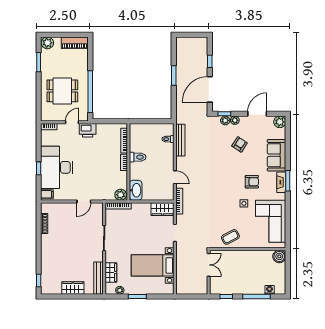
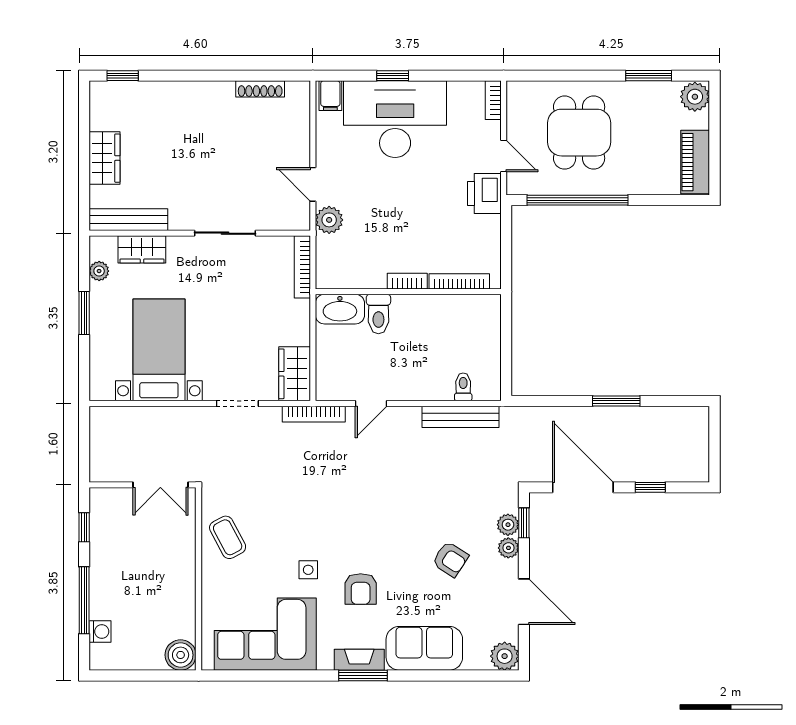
toilet: (138, 157) -> (378, 314), moved
plant: (121, 195) -> (329, 220), moved

